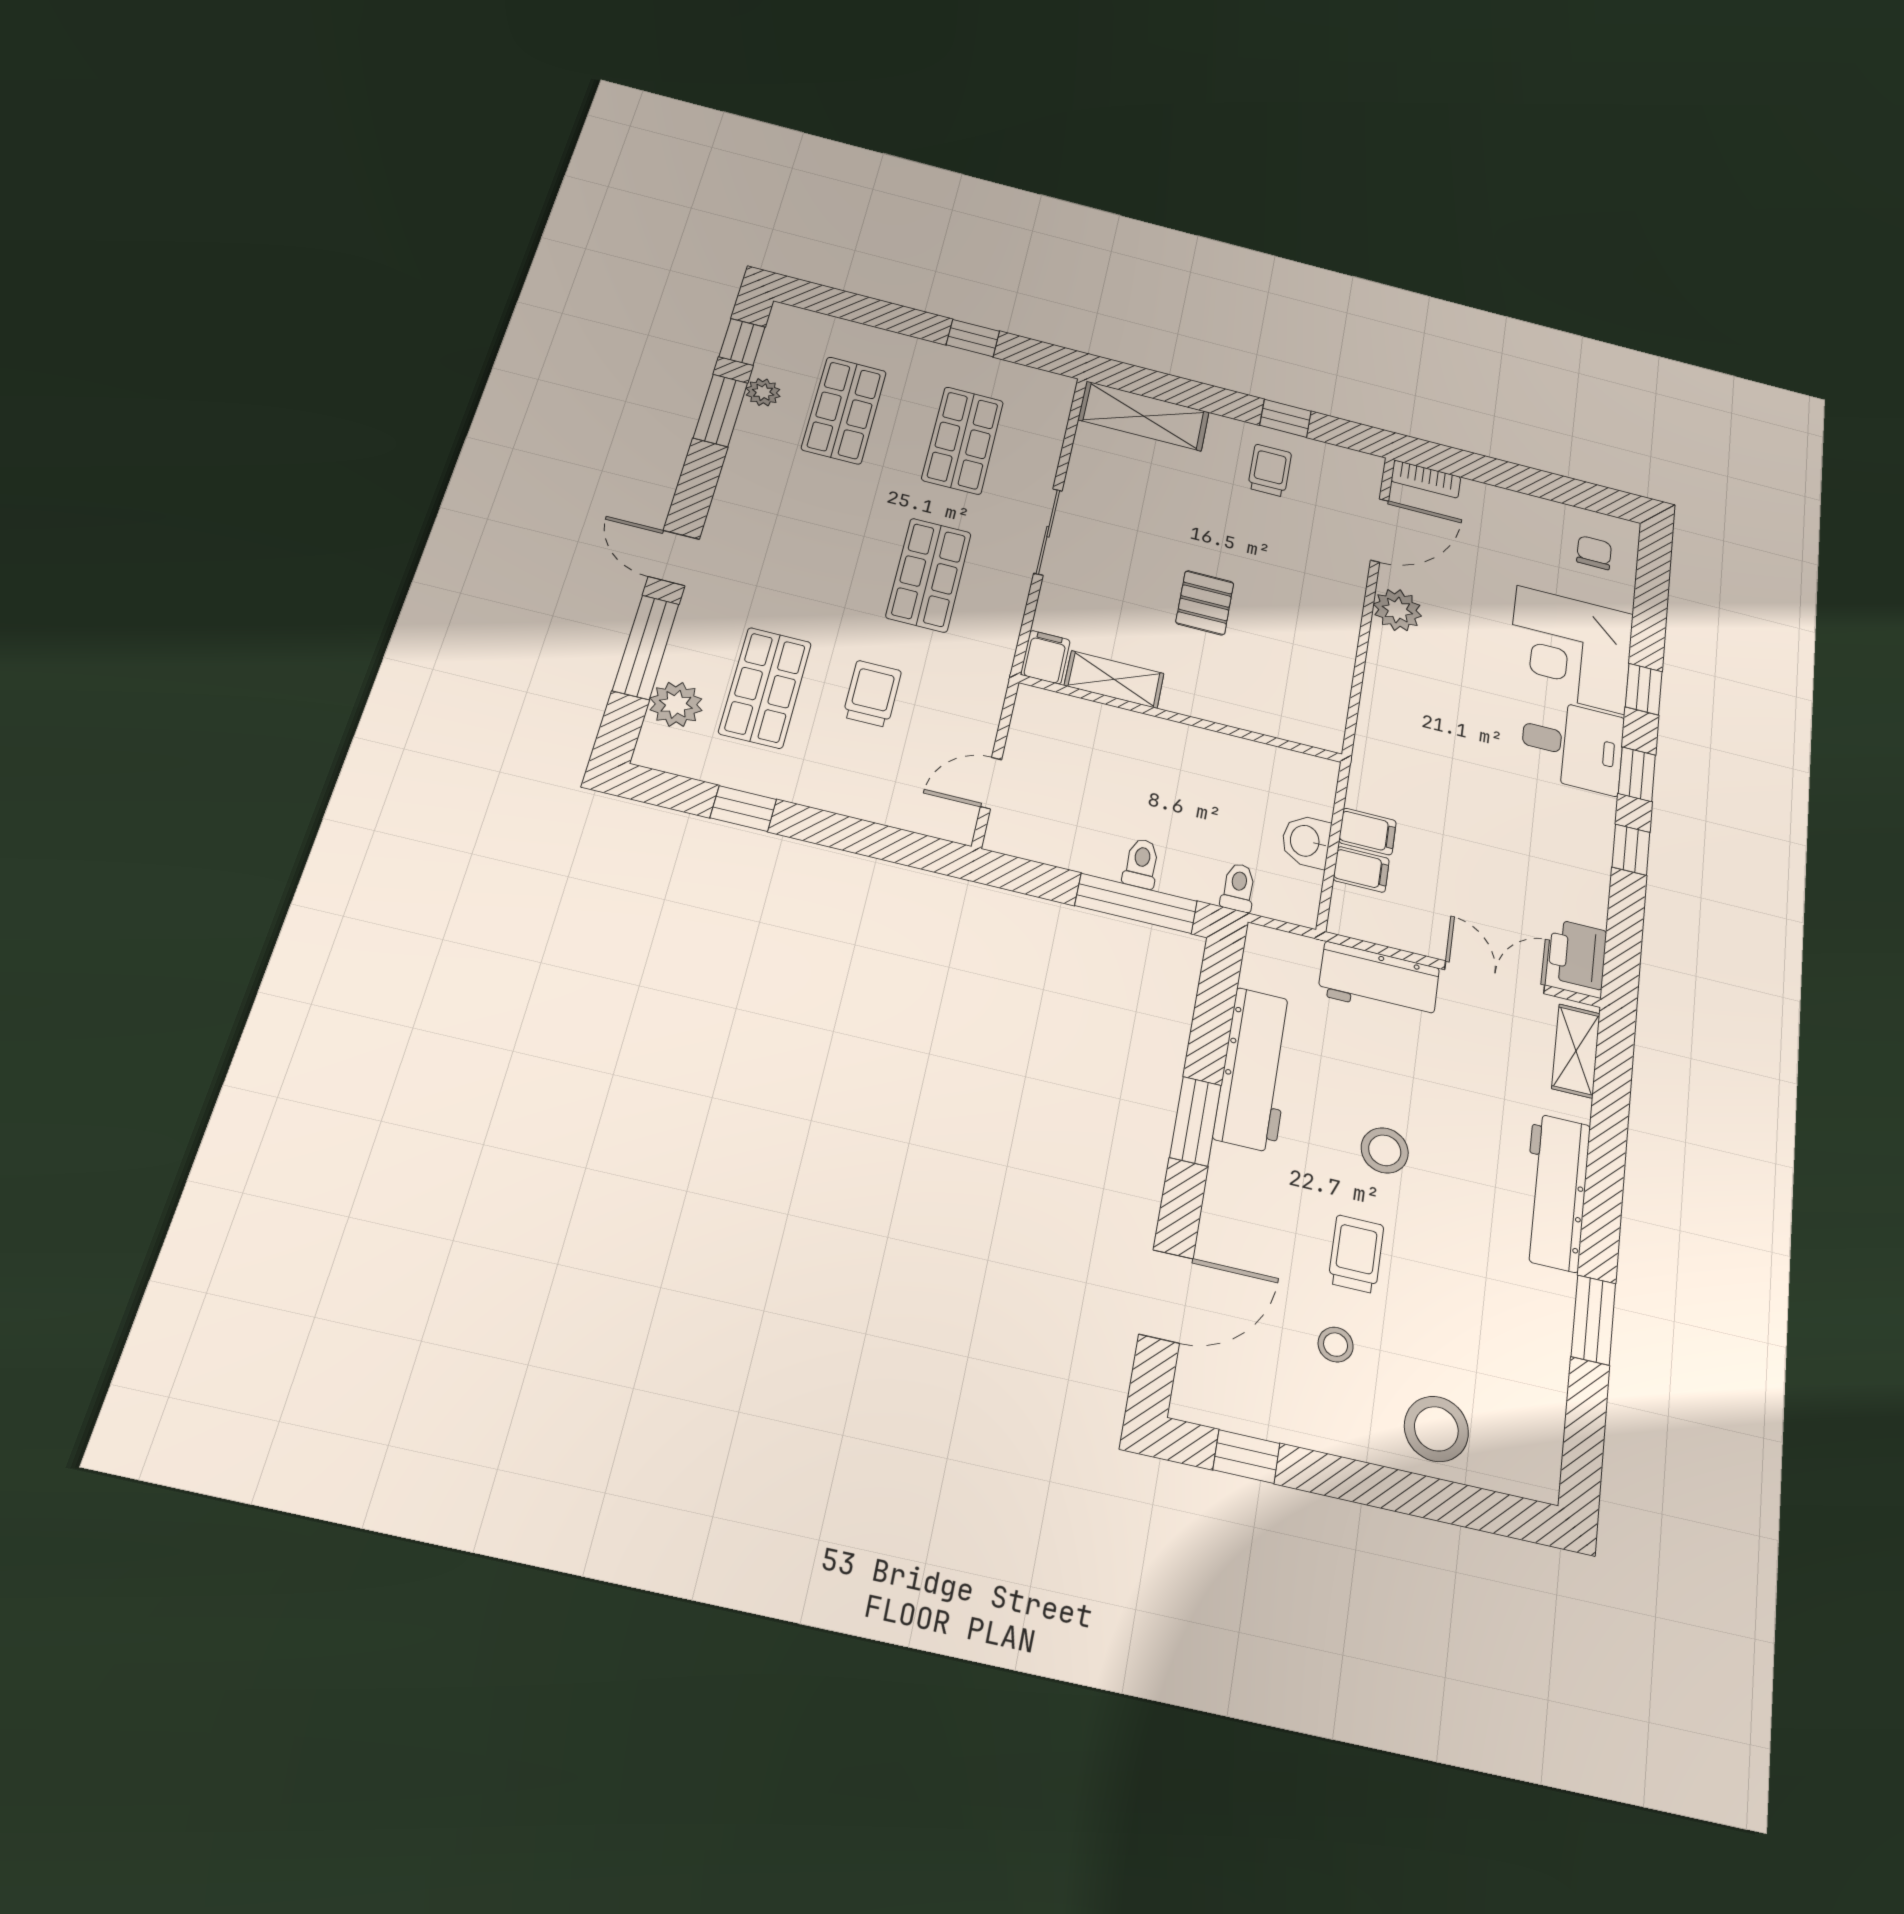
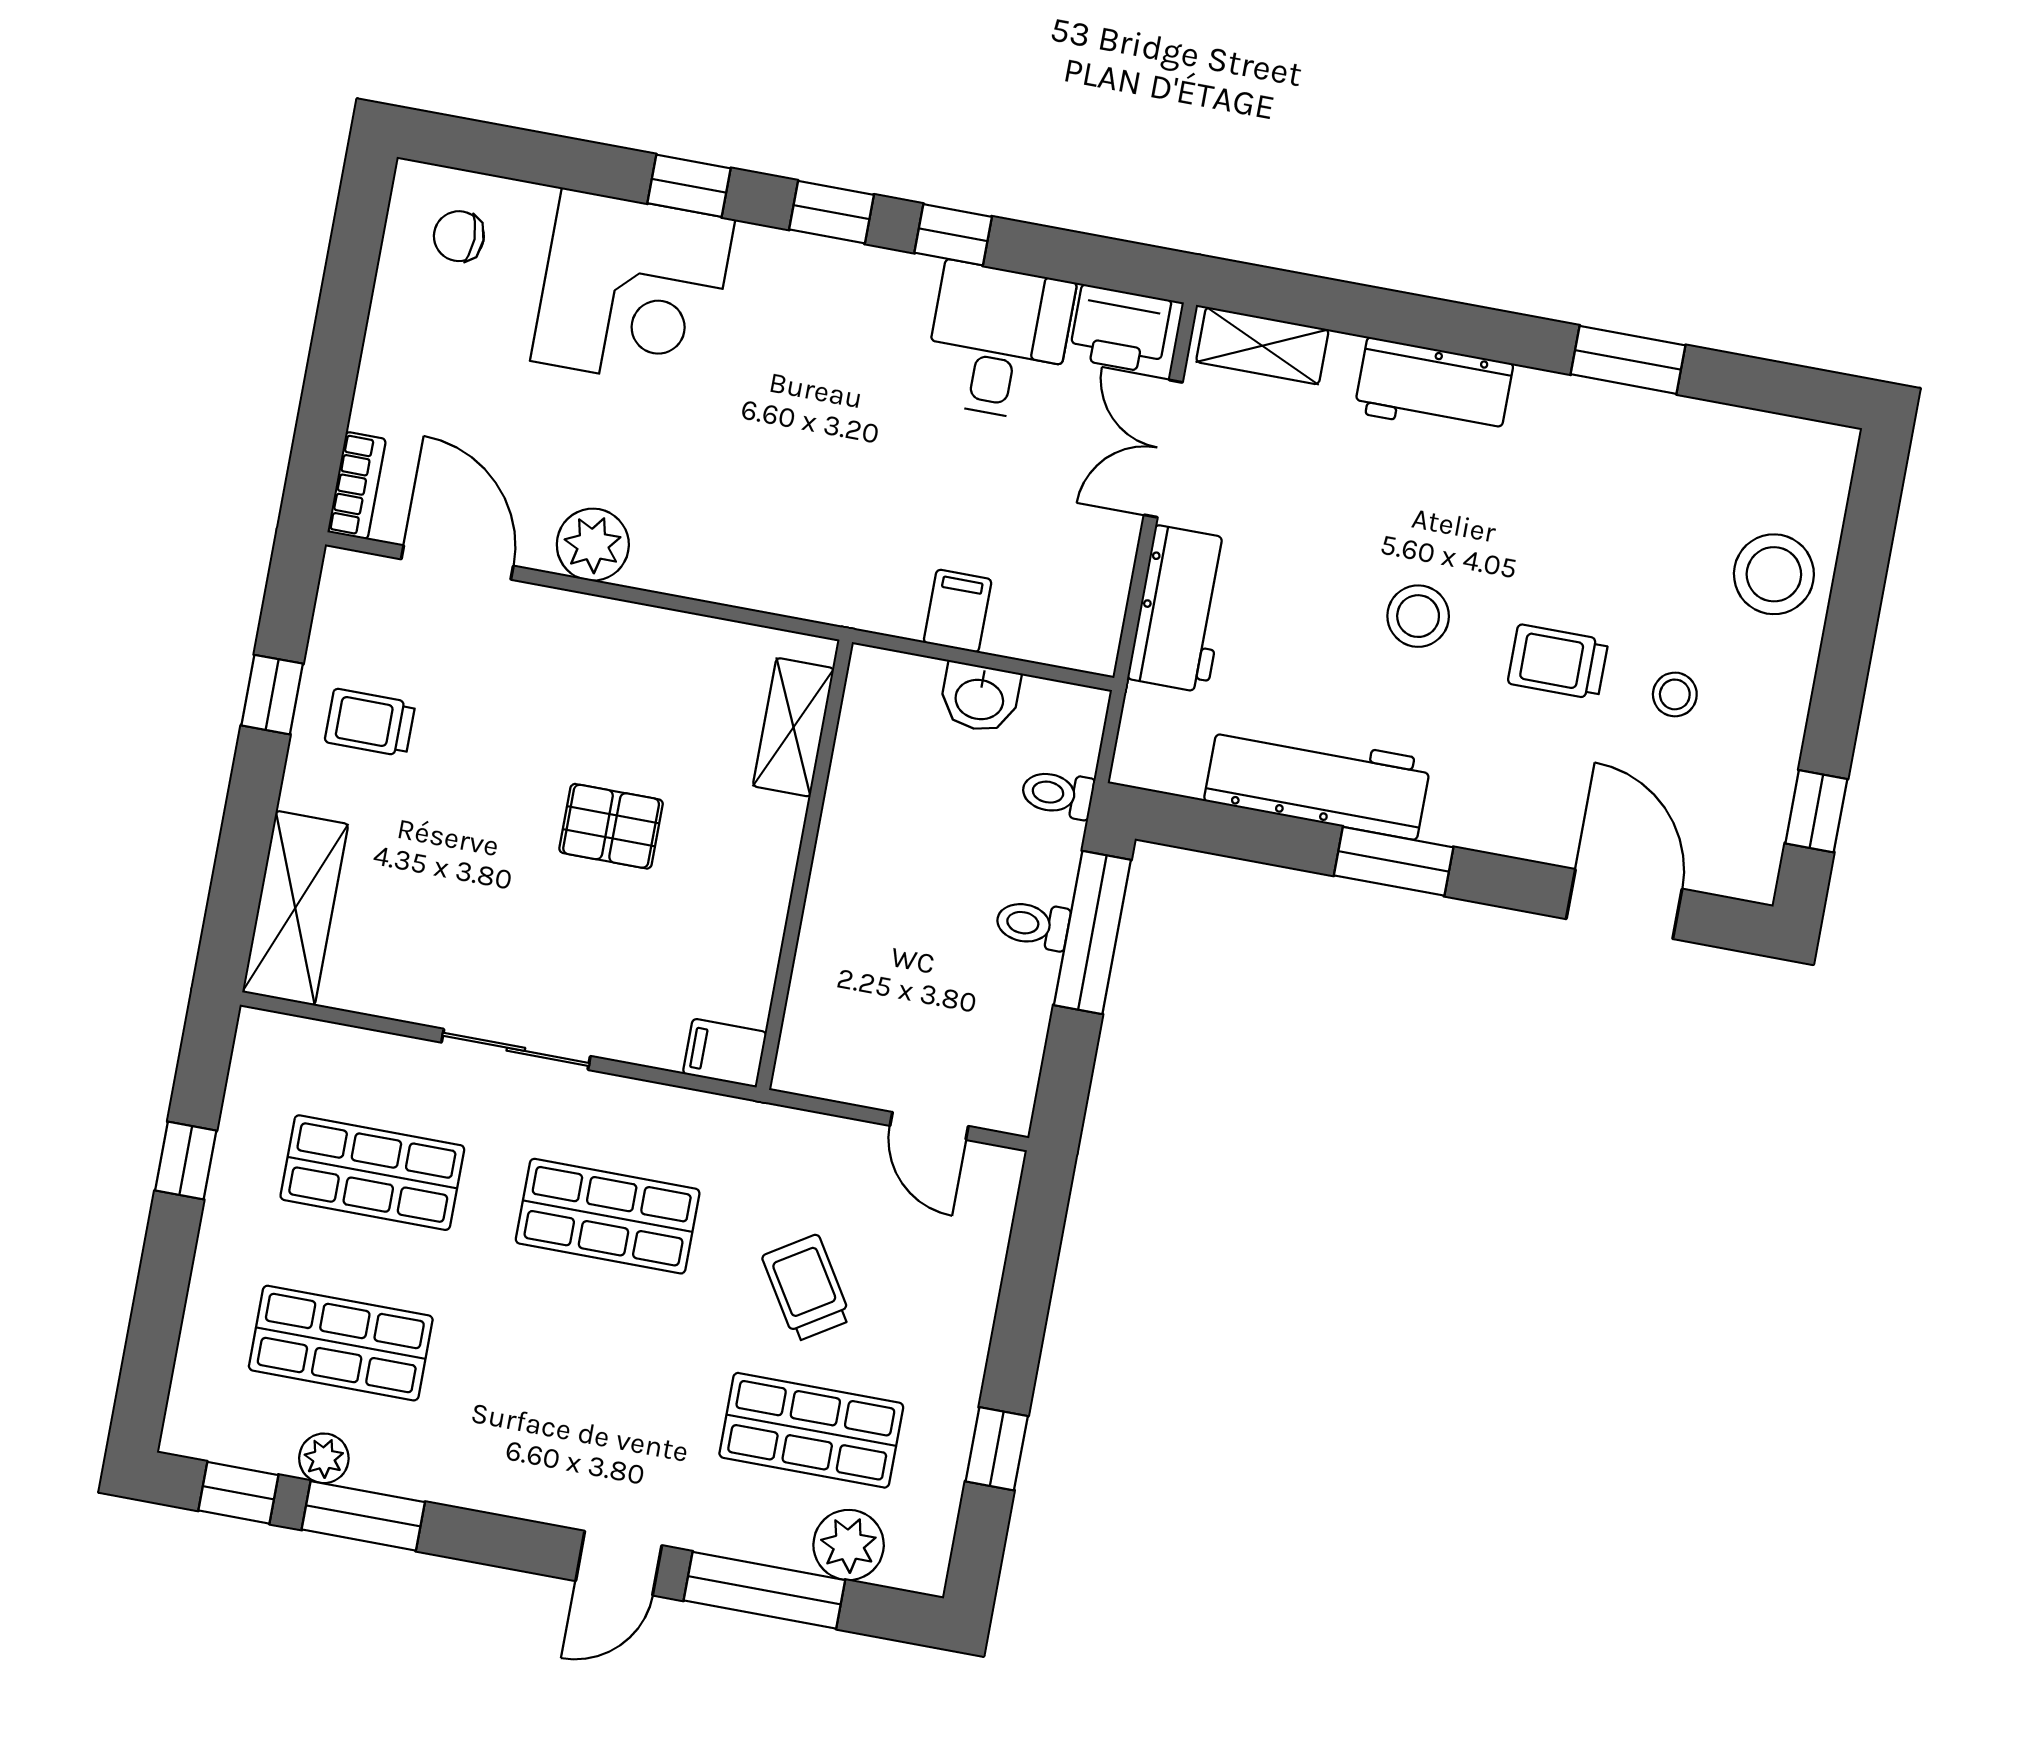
shelving: (1114, 680) -> (794, 727), moved
trolley: (872, 694) -> (807, 1288), turned 58
desk: (1572, 745) -> (998, 341), moved
filing cabinet: (1361, 869) -> (1016, 623), removed
workbench: (1556, 1192) -> (1434, 388), width x0.73

